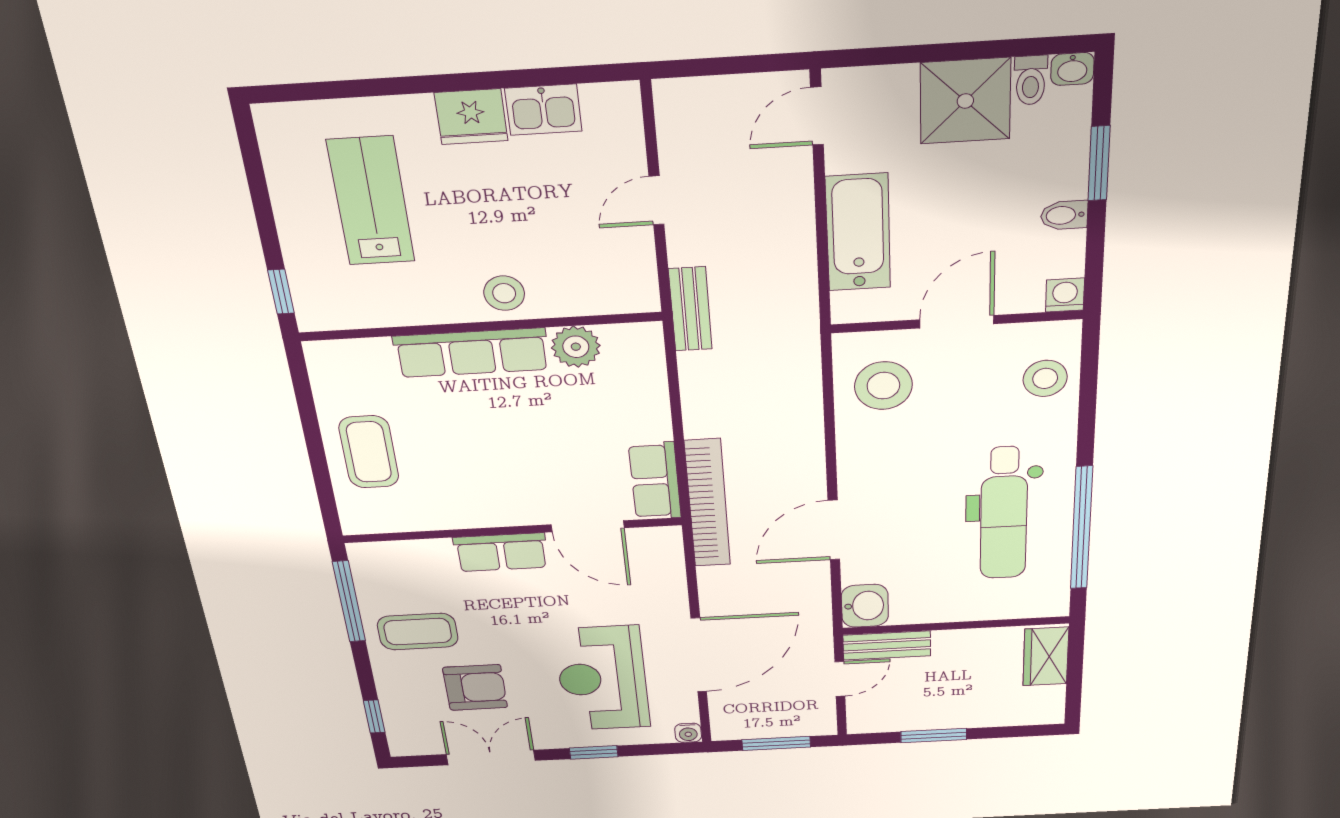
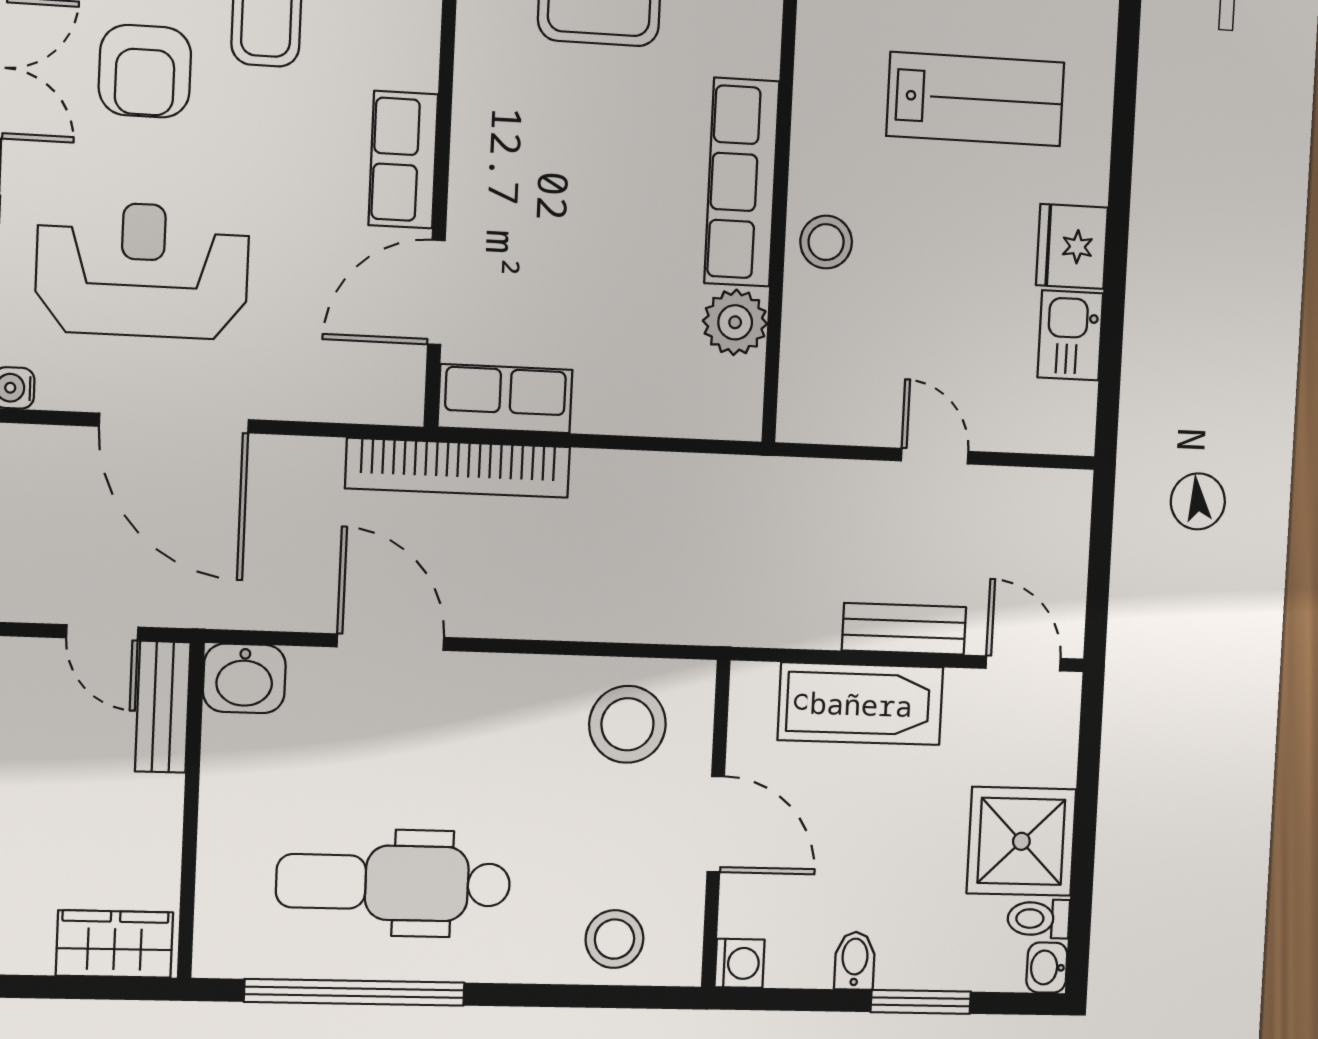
bench: (690, 309) -> (904, 629), moved

